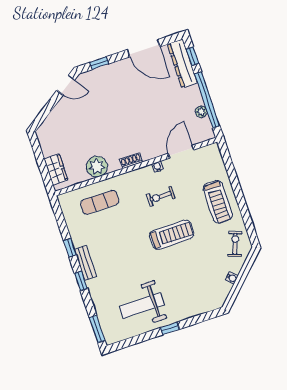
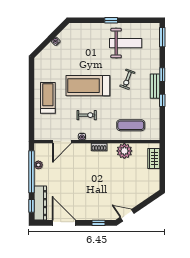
treadmill: (172, 235) -> (88, 86), width x1.37, depth x1.38
exercise bike: (235, 244) -> (127, 79), moved

